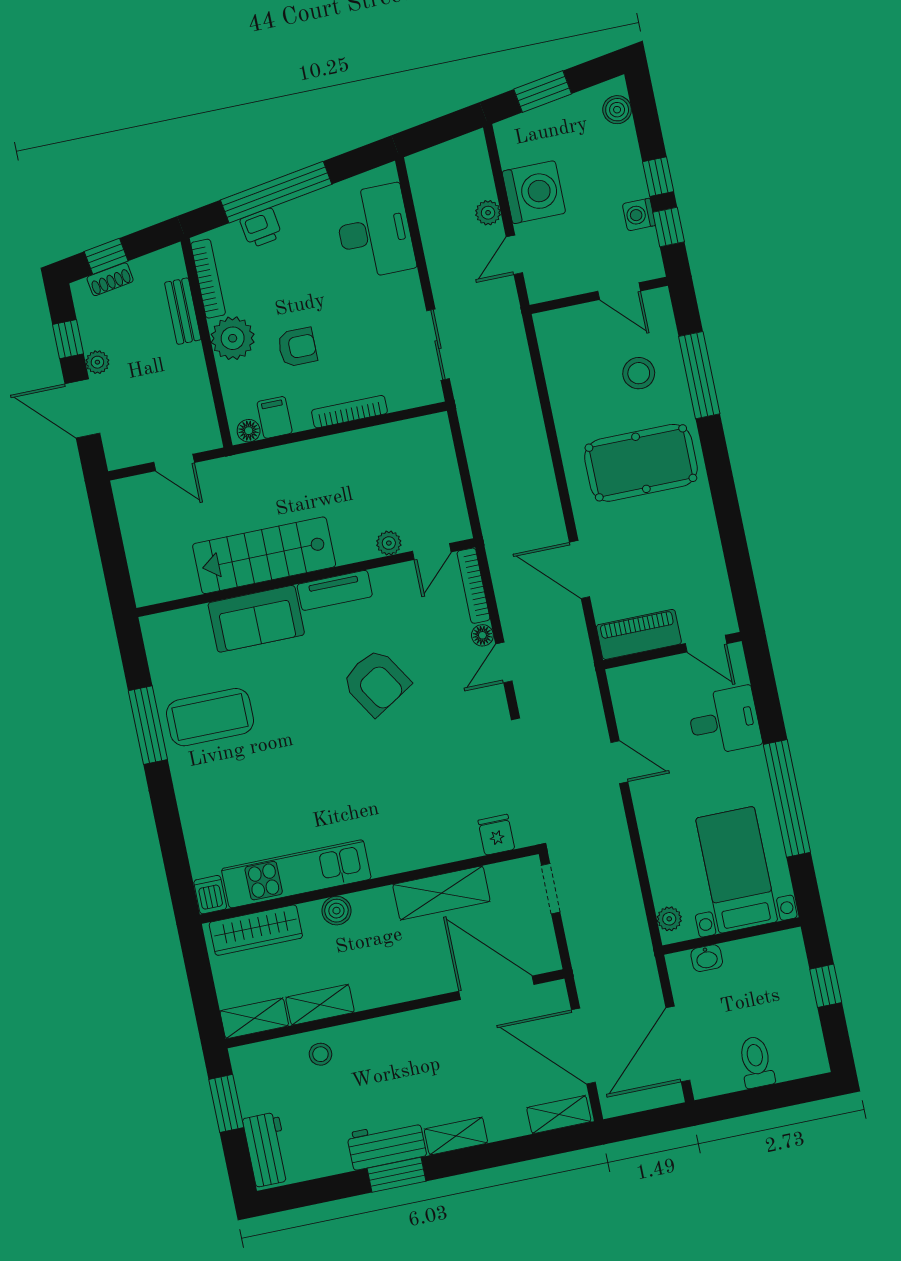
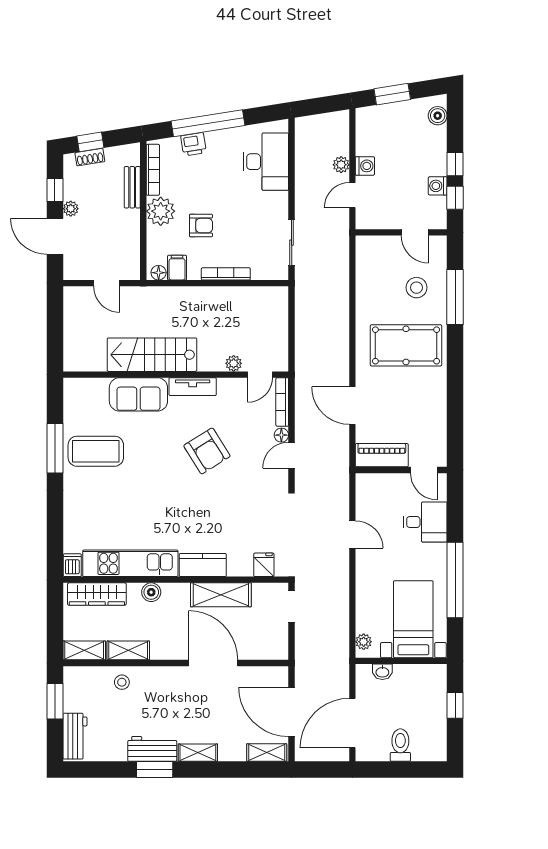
washing machine: (534, 192) -> (365, 166), width x0.53, depth x0.53
kitchen counter: (405, 854) -> (203, 565), added
door: (496, 988) -> (213, 663), moved

